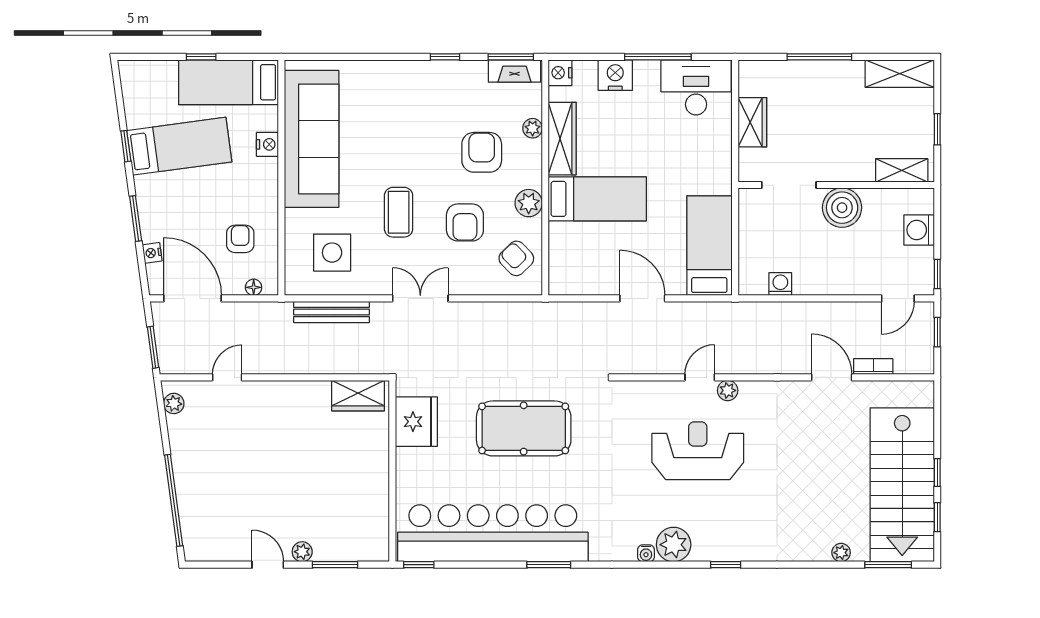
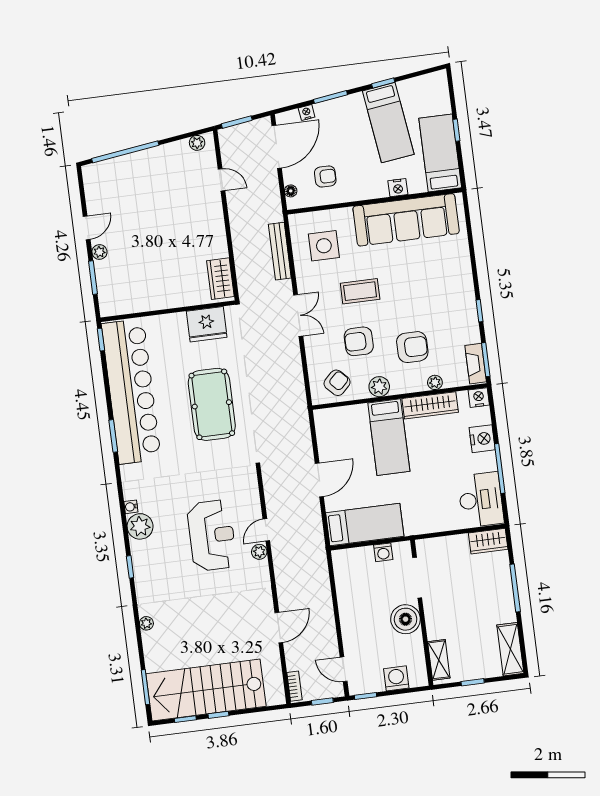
wardrobe: (752, 122) -> (488, 541), moved
washing machine: (780, 284) -> (383, 552), moved, turned 90
bookcase: (873, 367) -> (294, 686), moved
door: (700, 377) -> (266, 530), swing flipped
plant: (841, 553) -> (146, 623), moved

